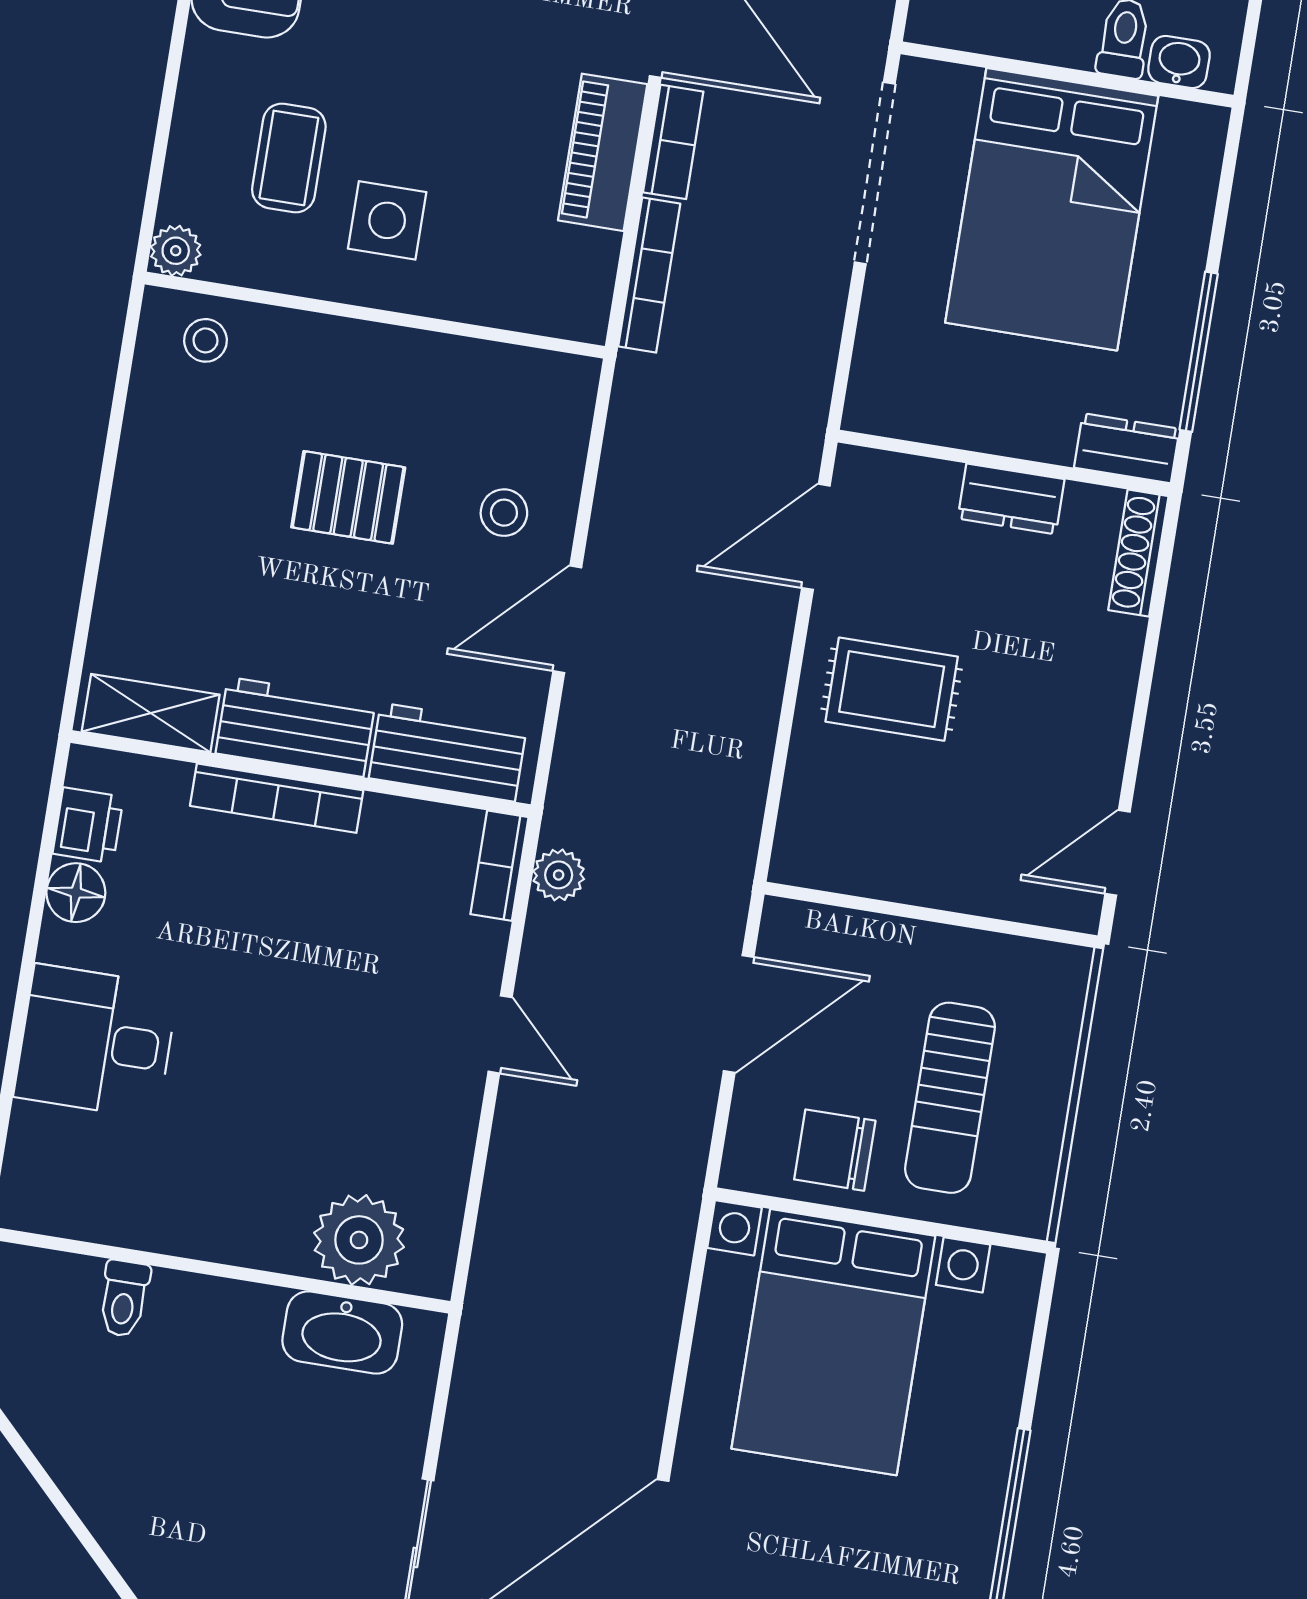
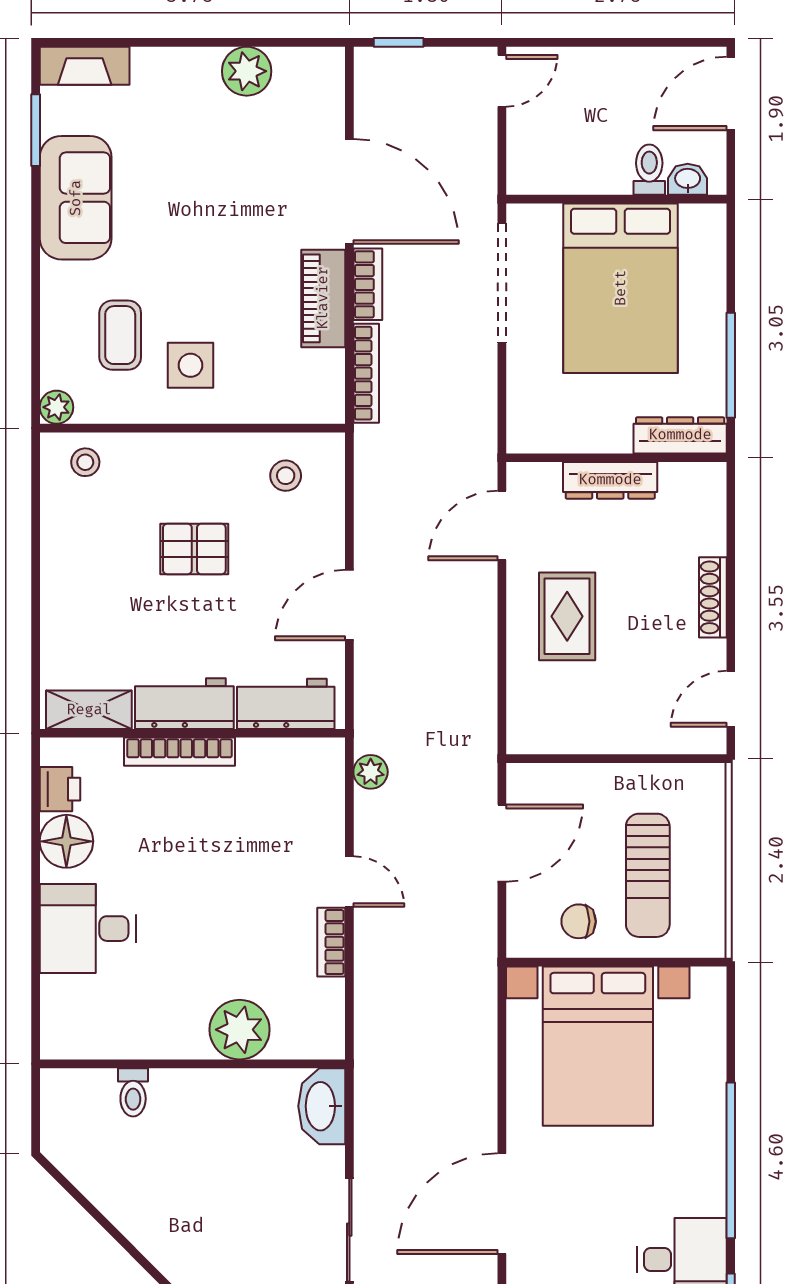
dresser: (1127, 448) -> (680, 435), width x1.44
dresser: (1011, 499) -> (610, 480), width x1.44
stool: (504, 513) -> (286, 476), moved
shoe rack: (1138, 553) -> (713, 597), moved
rug: (892, 689) -> (567, 616), turned 90
bookcase: (500, 866) -> (331, 942), moved
floor lamp: (76, 893) -> (66, 841), width x1.38, depth x1.38
chair: (835, 1150) -> (579, 921), width x0.73, depth x0.73
plant: (359, 1240) -> (240, 1030), moved
washbasin: (342, 1332) -> (322, 1106), moved, turned 90

